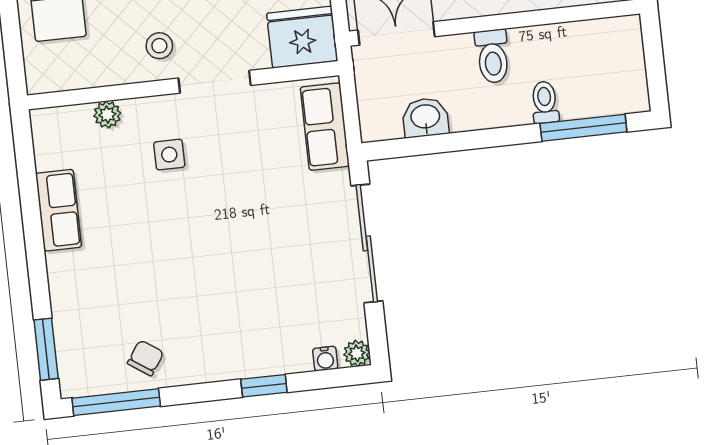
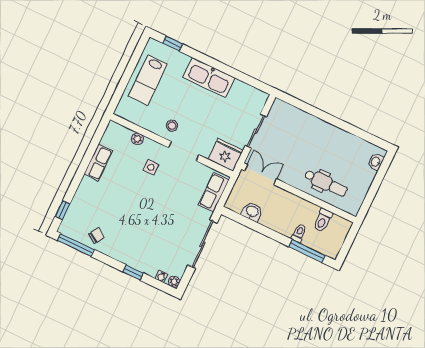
toilet: (492, 56) -> (323, 220), moved
window: (46, 349) -> (62, 210), width x0.67

